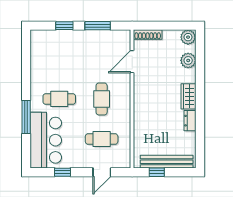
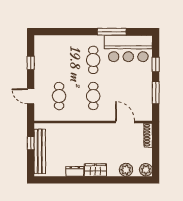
cafe table: (102, 99) -> (93, 96), turned 90
window: (26, 117) -> (112, 32), moved
bar counter: (46, 140) -> (128, 48), moved

